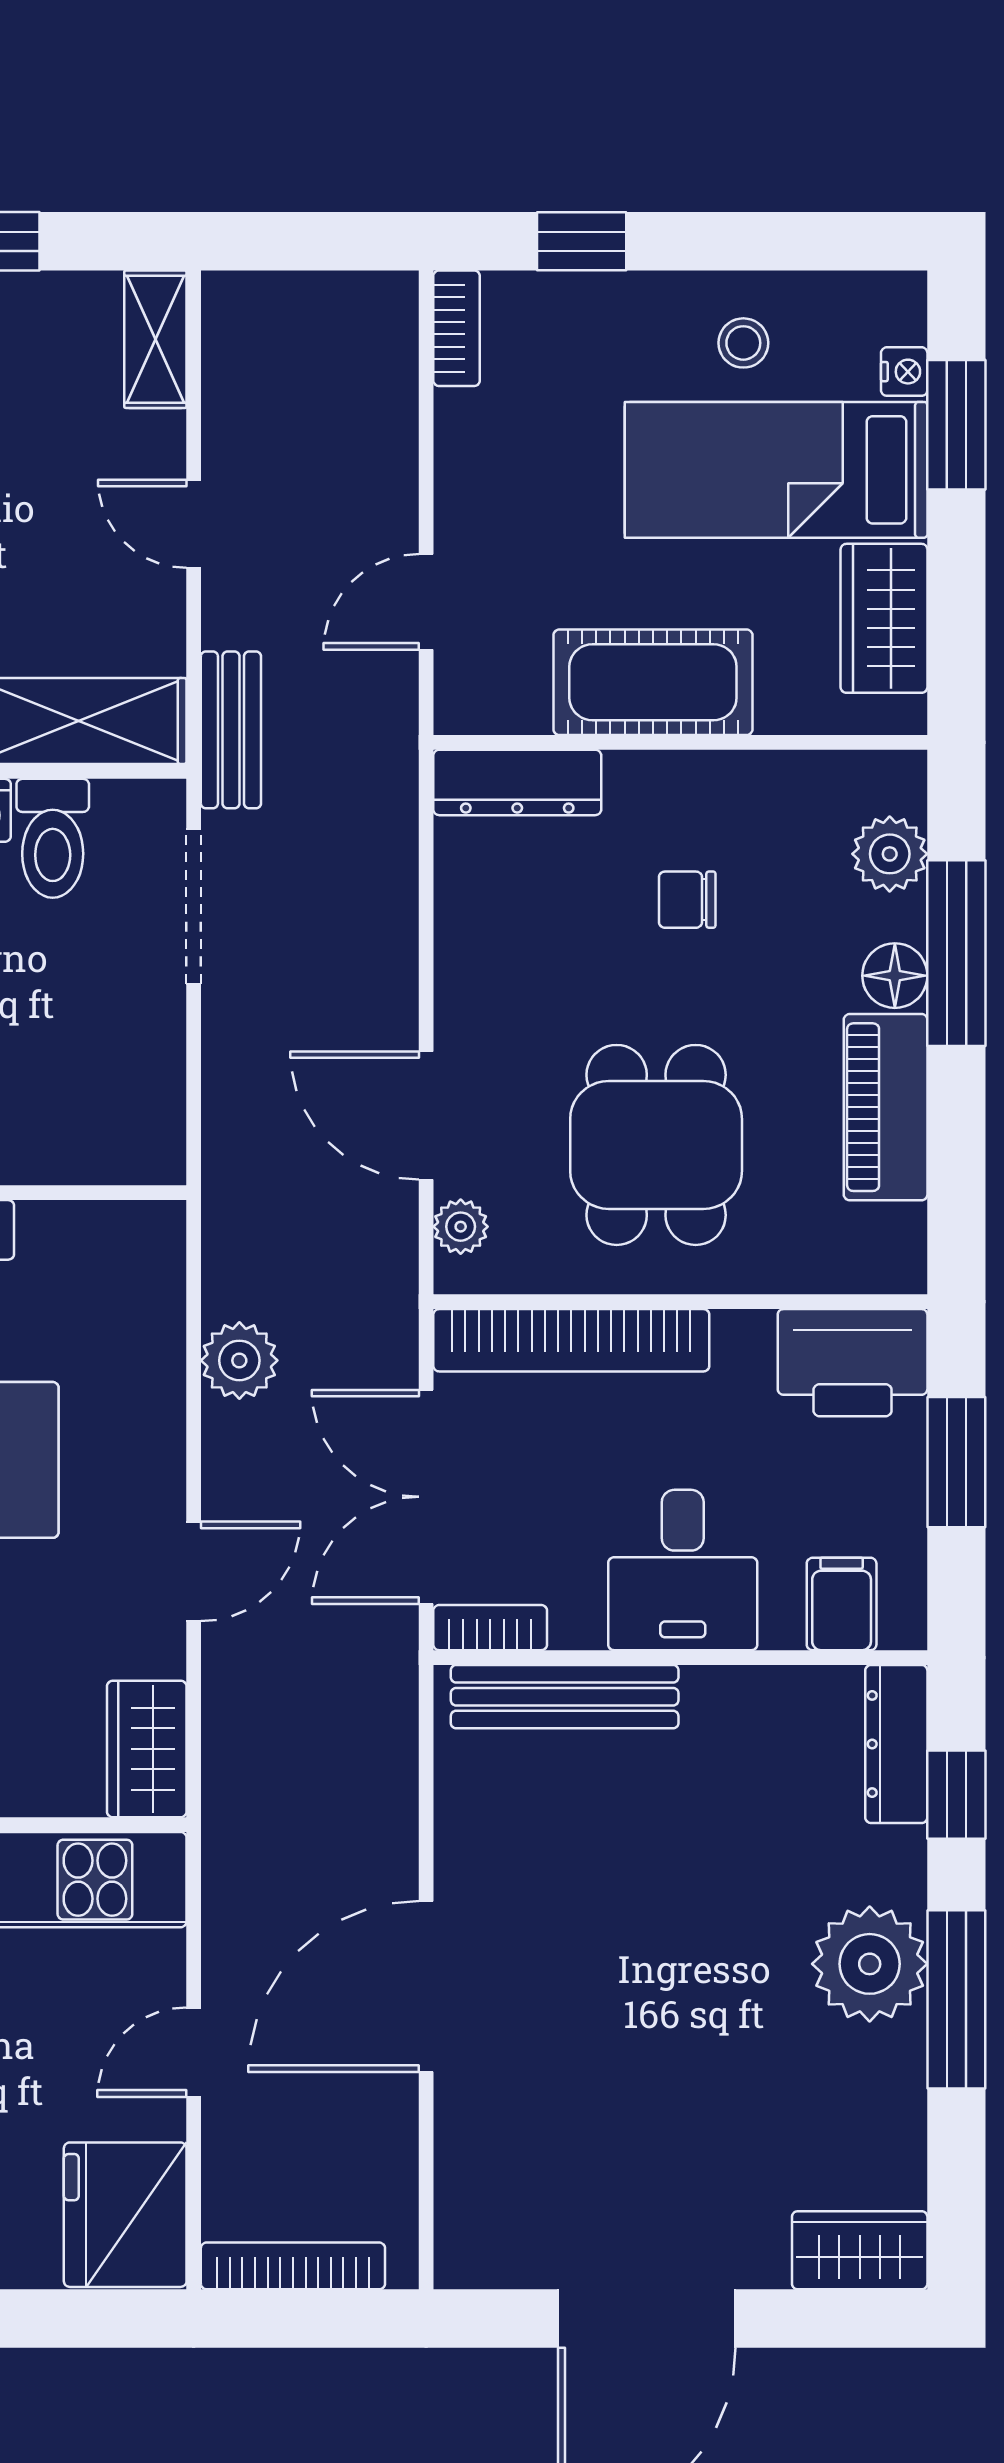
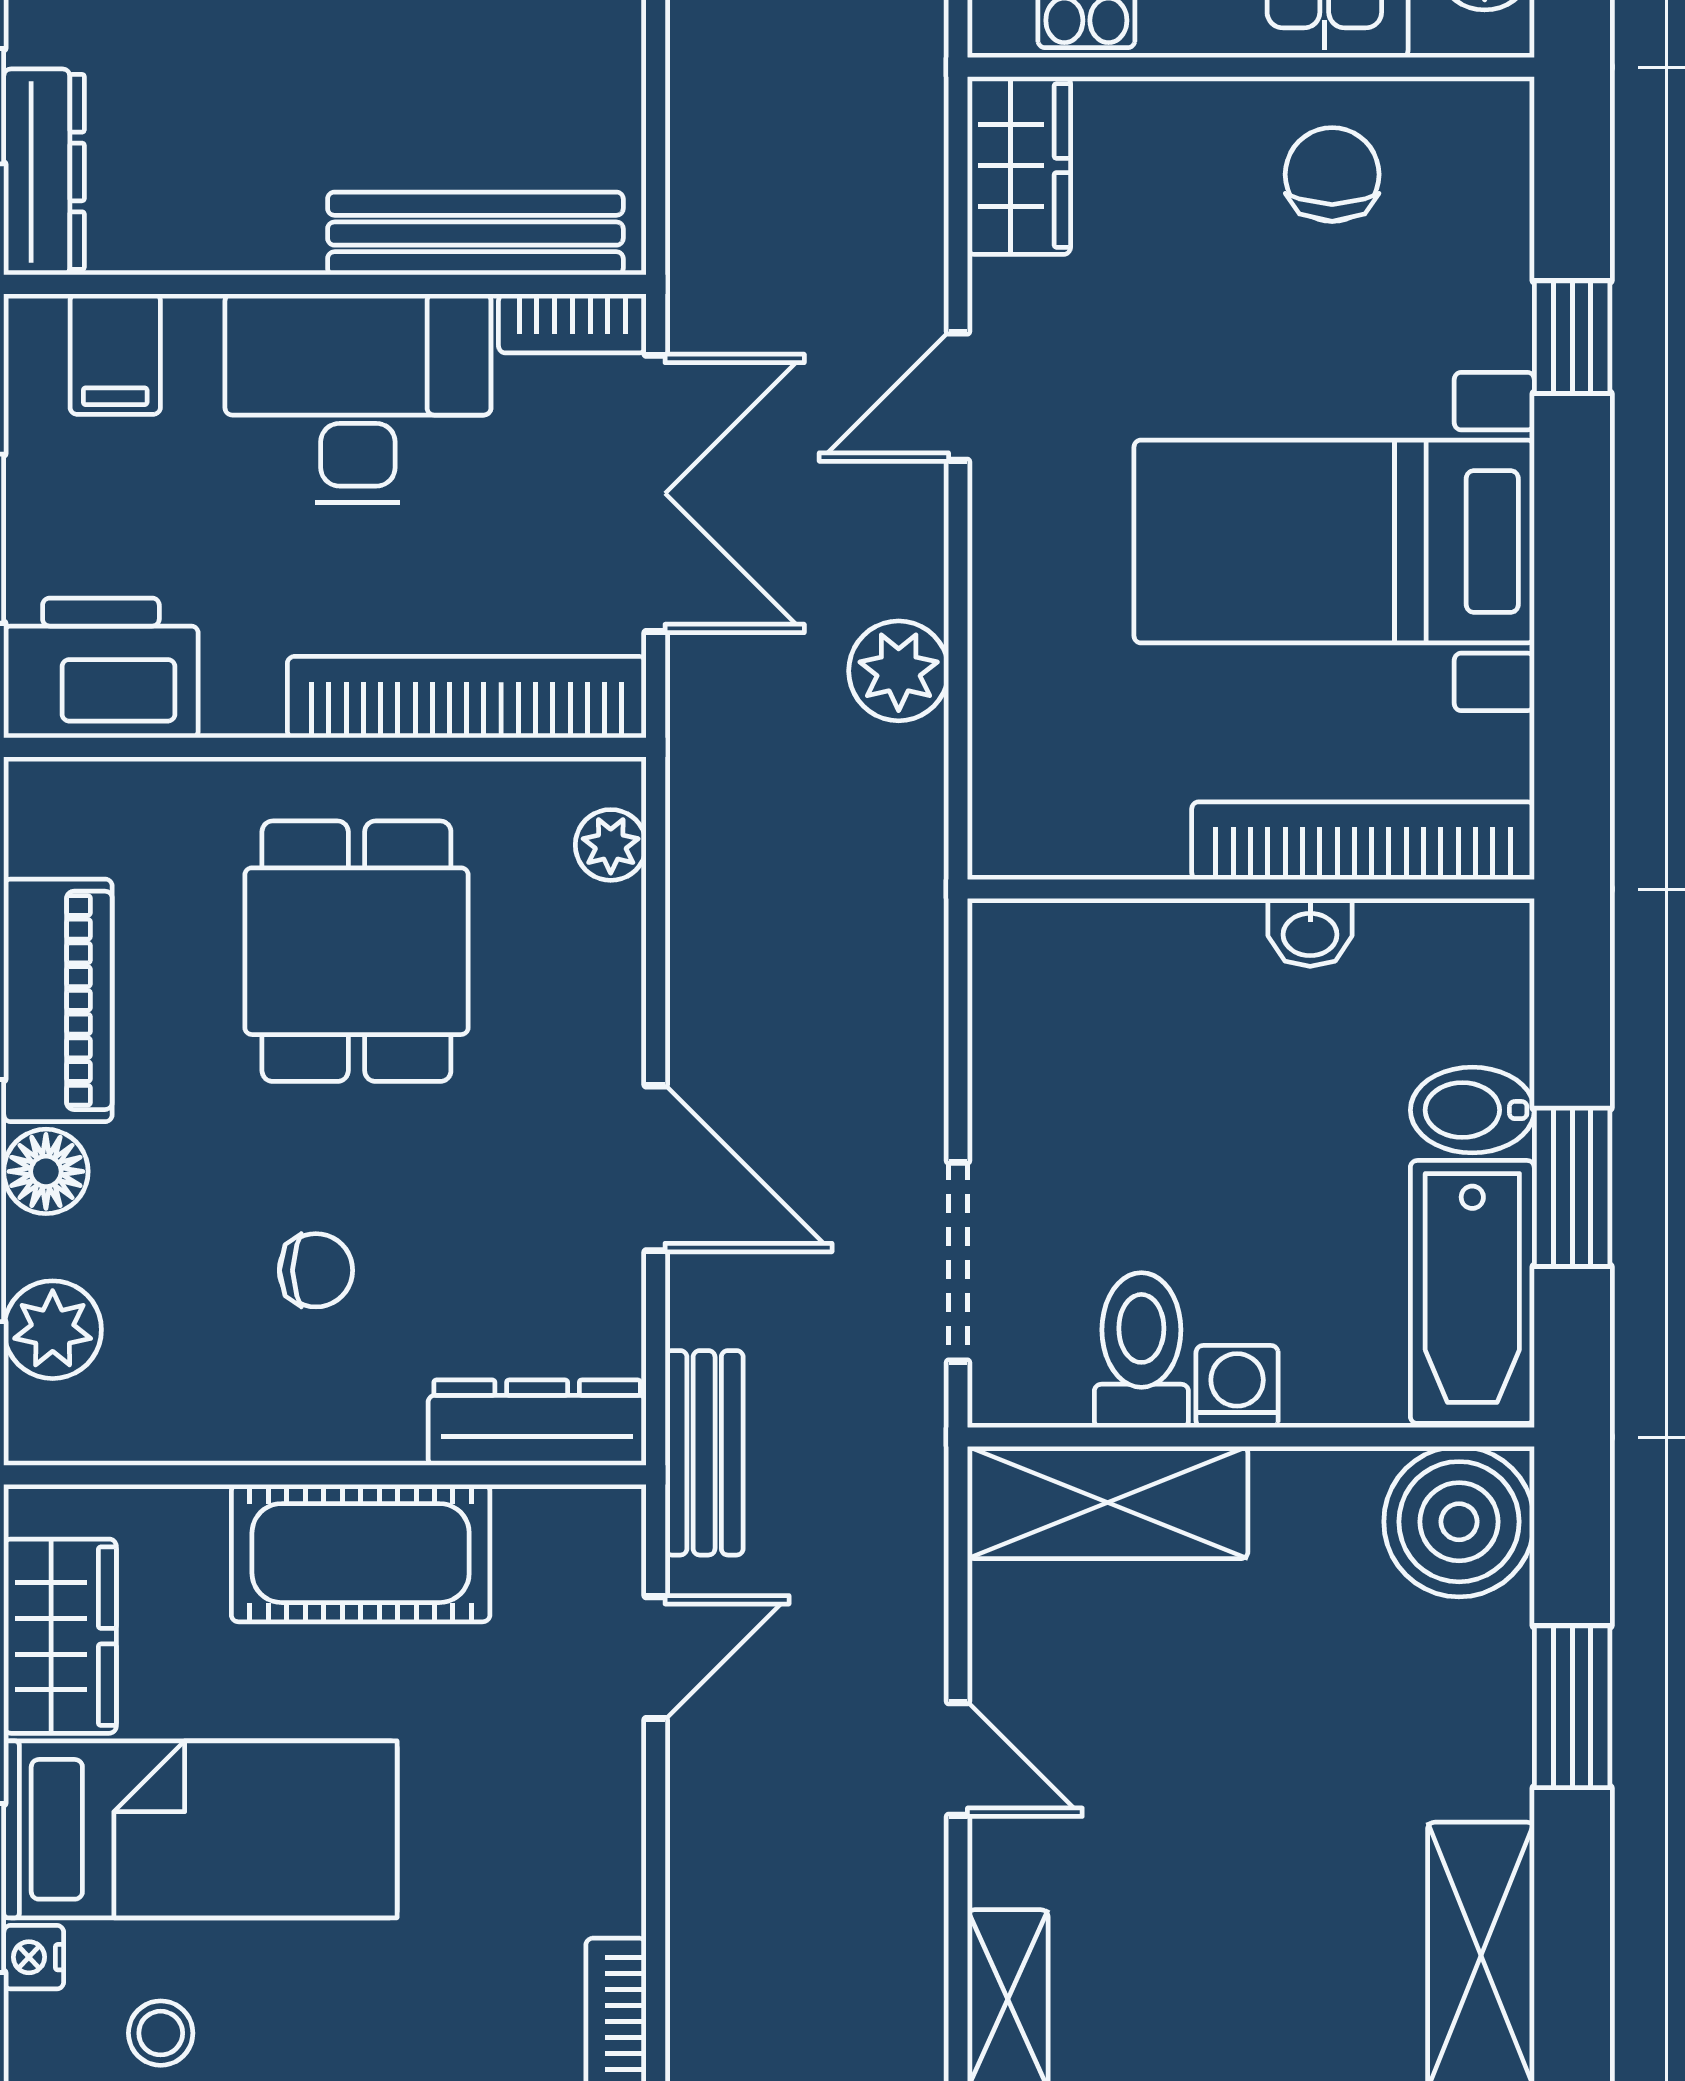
stool: (743, 343) -> (161, 2033), moved
bench: (231, 730) -> (704, 1453), moved
door: (426, 1116) -> (656, 1168), moved
desk: (683, 1570) -> (358, 398), width x1.37

